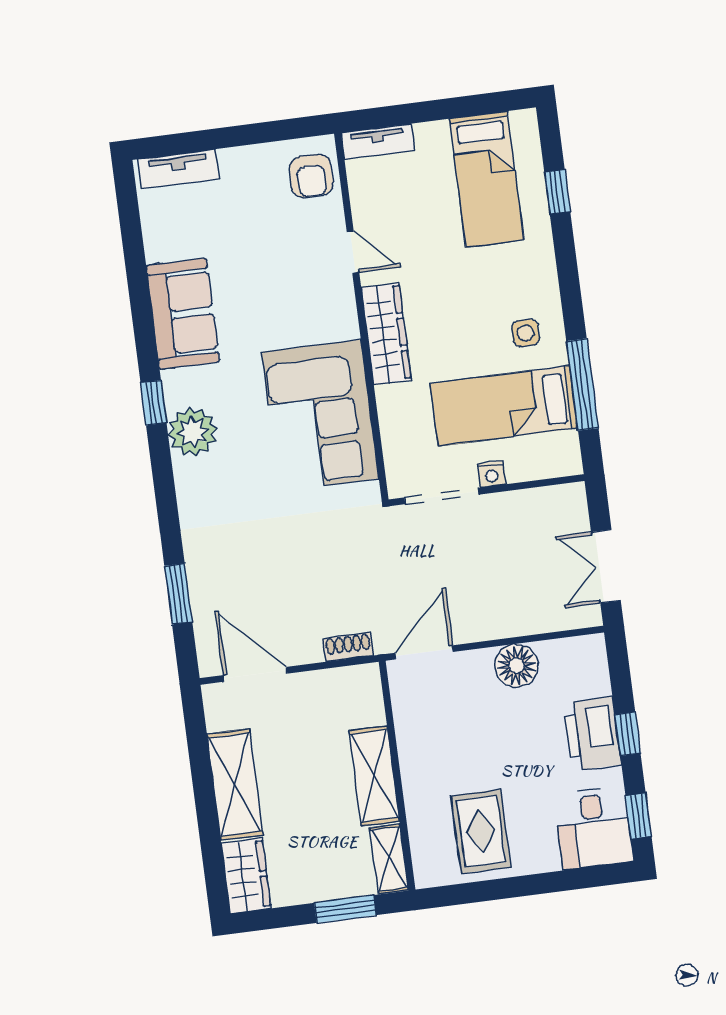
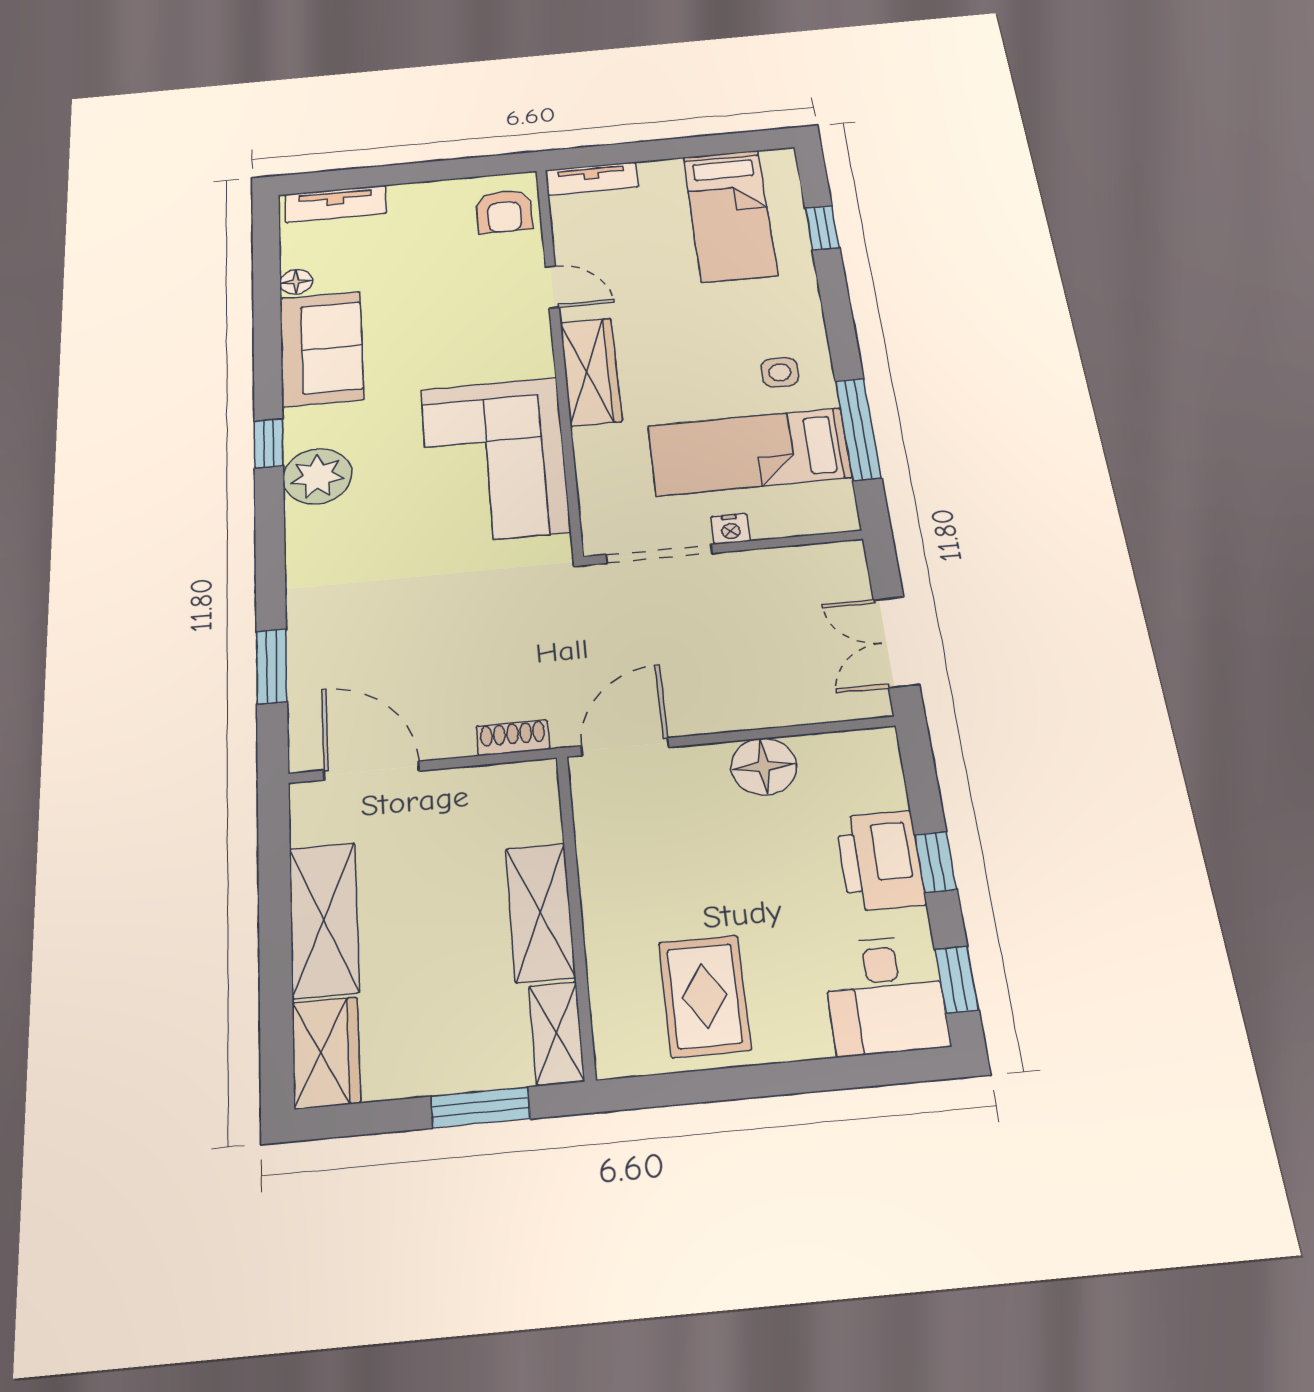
floor lamp: (156, 249) -> (296, 282), added

